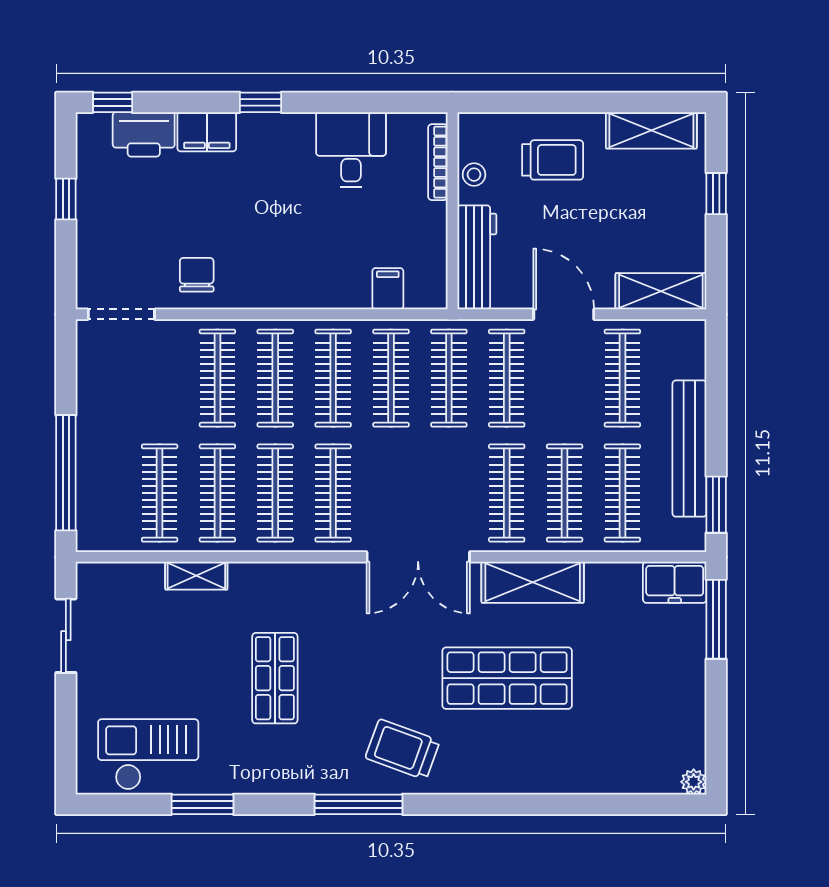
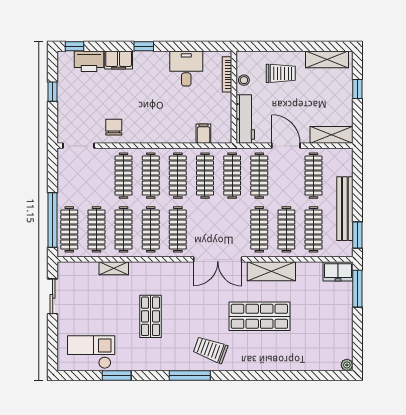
clothes rail: (102, 493) -> (69, 229), added

